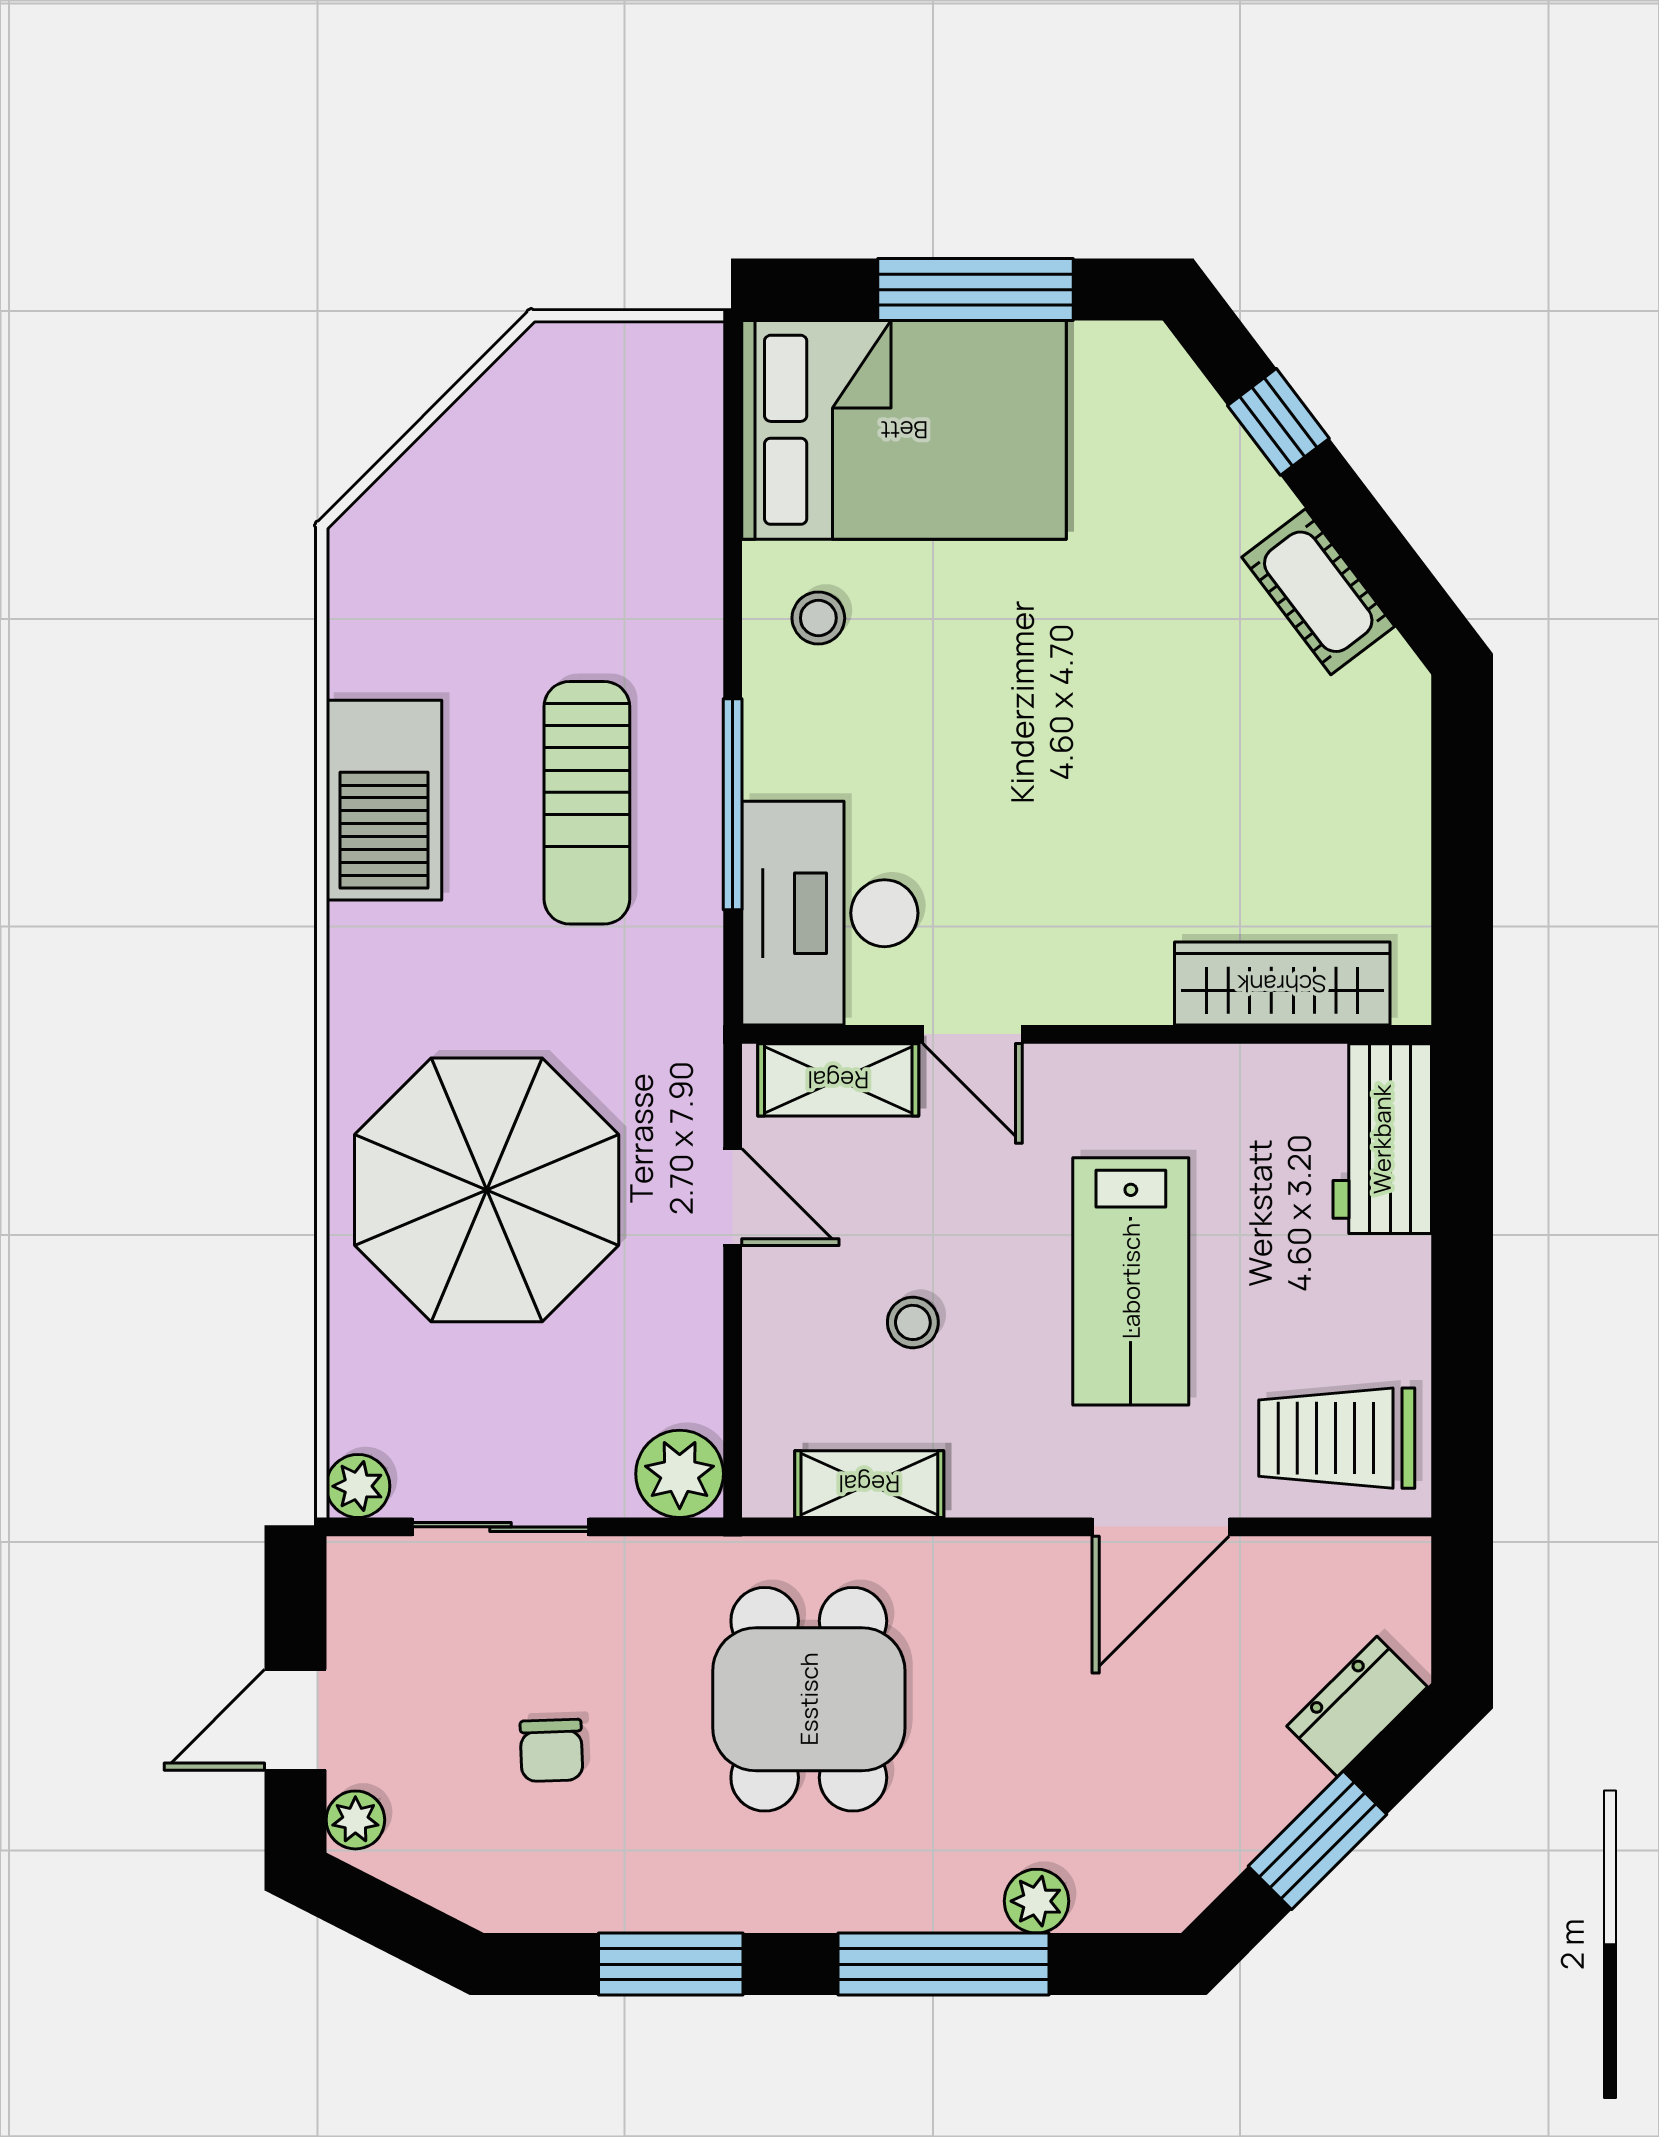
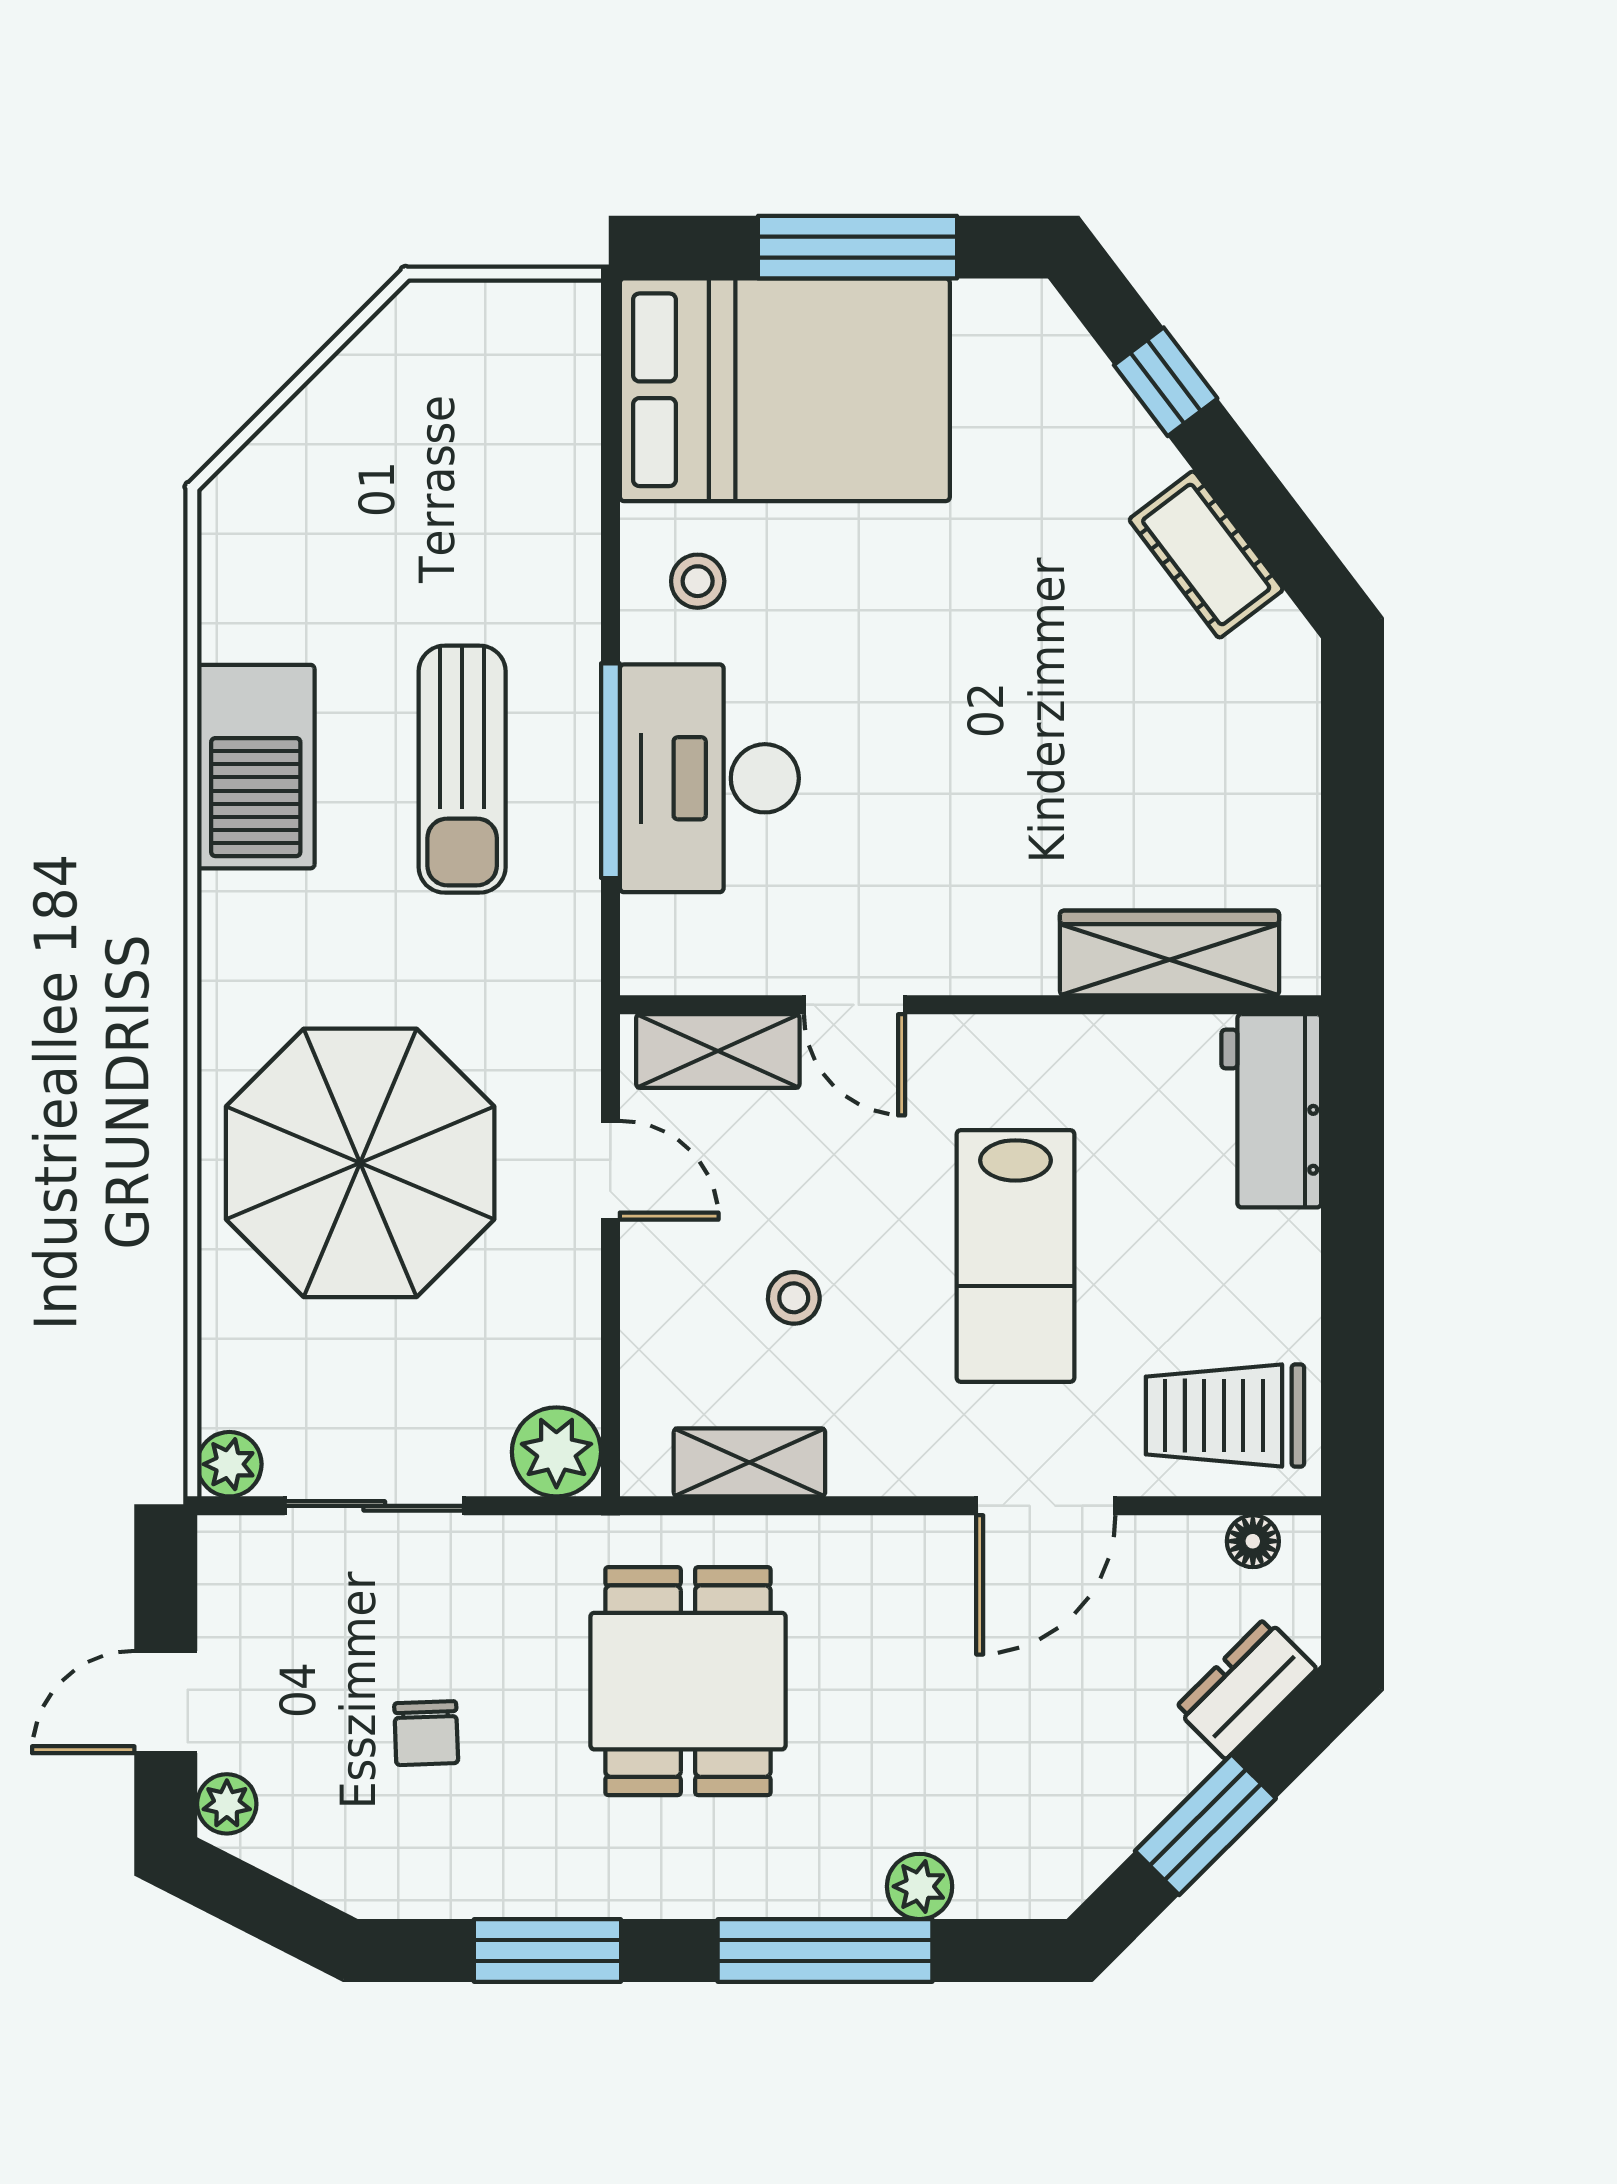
desk: (830, 913) -> (709, 778), moved
floor lamp: (1364, 1562) -> (1253, 1541), added

